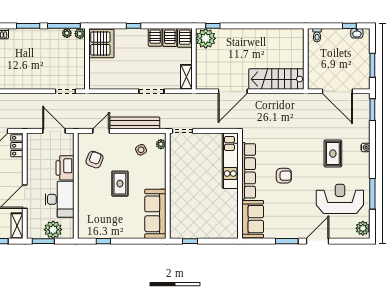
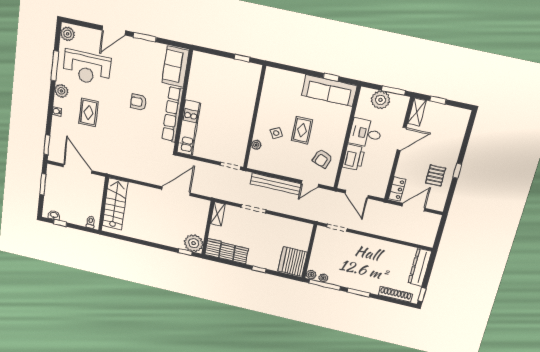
stairs: (276, 79) -> (115, 204), moved, turned -90
plant: (161, 144) -> (256, 145), moved
side table: (141, 150) -> (276, 133), moved
plant: (363, 170) -> (61, 91), added
desk: (60, 199) -> (365, 133), width x0.73
sofa: (155, 214) -> (329, 90), moved, turned 90

